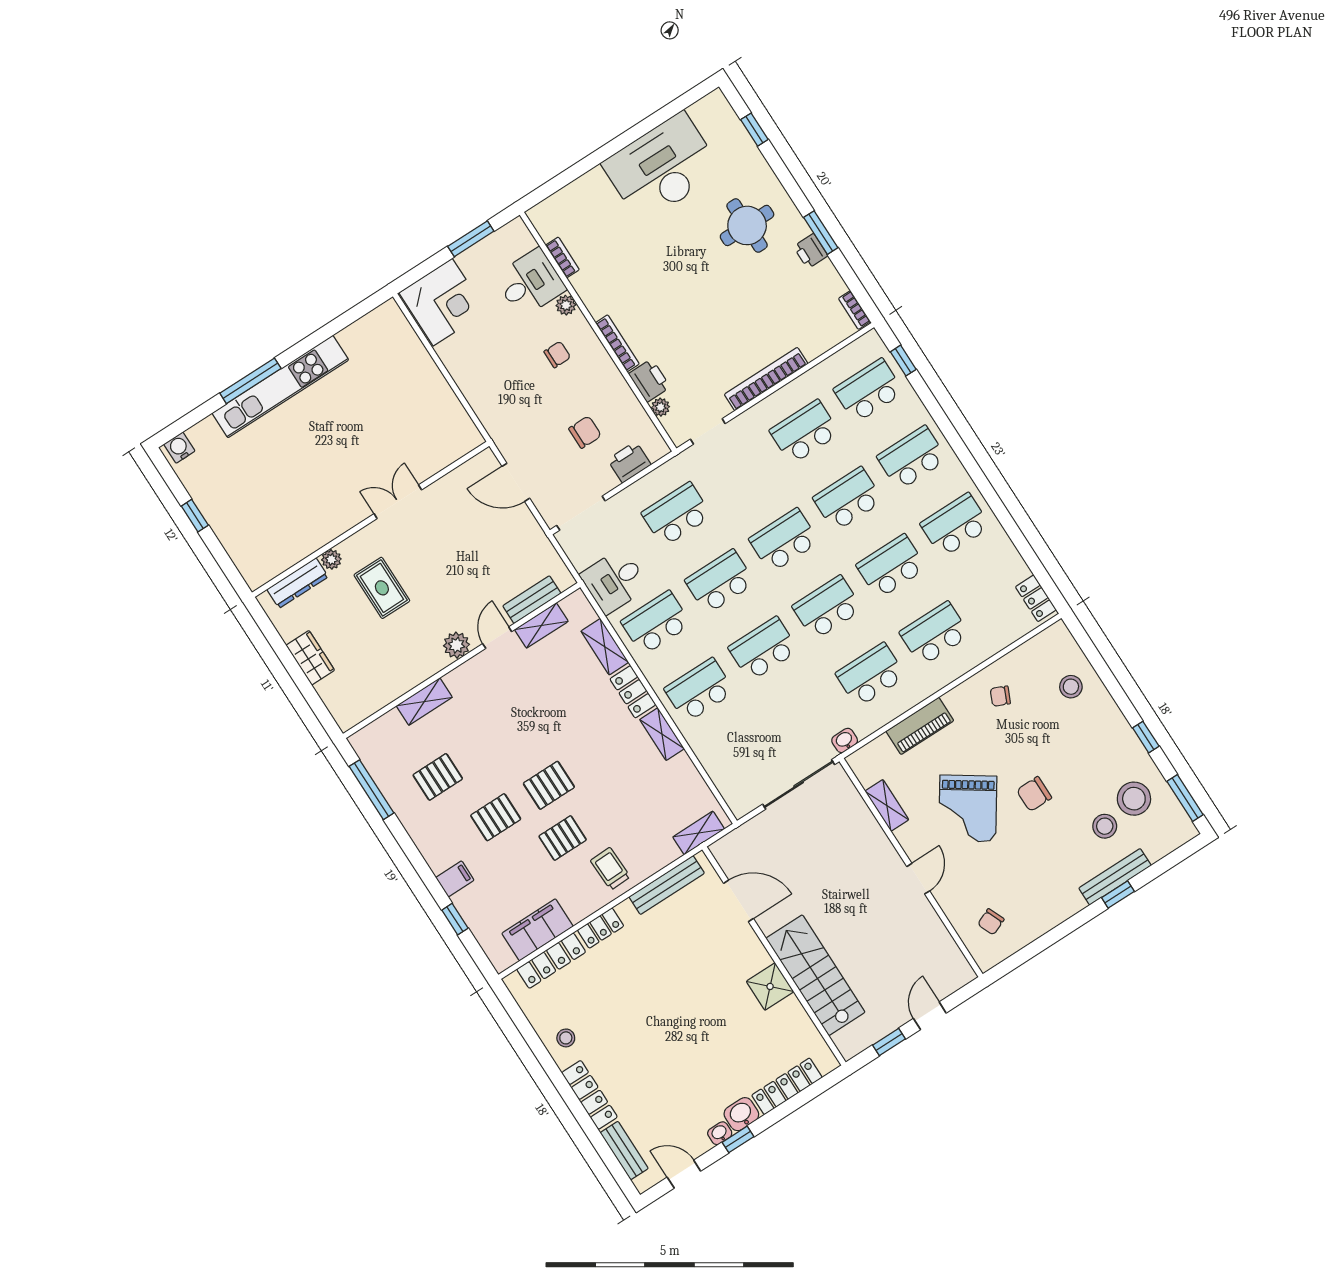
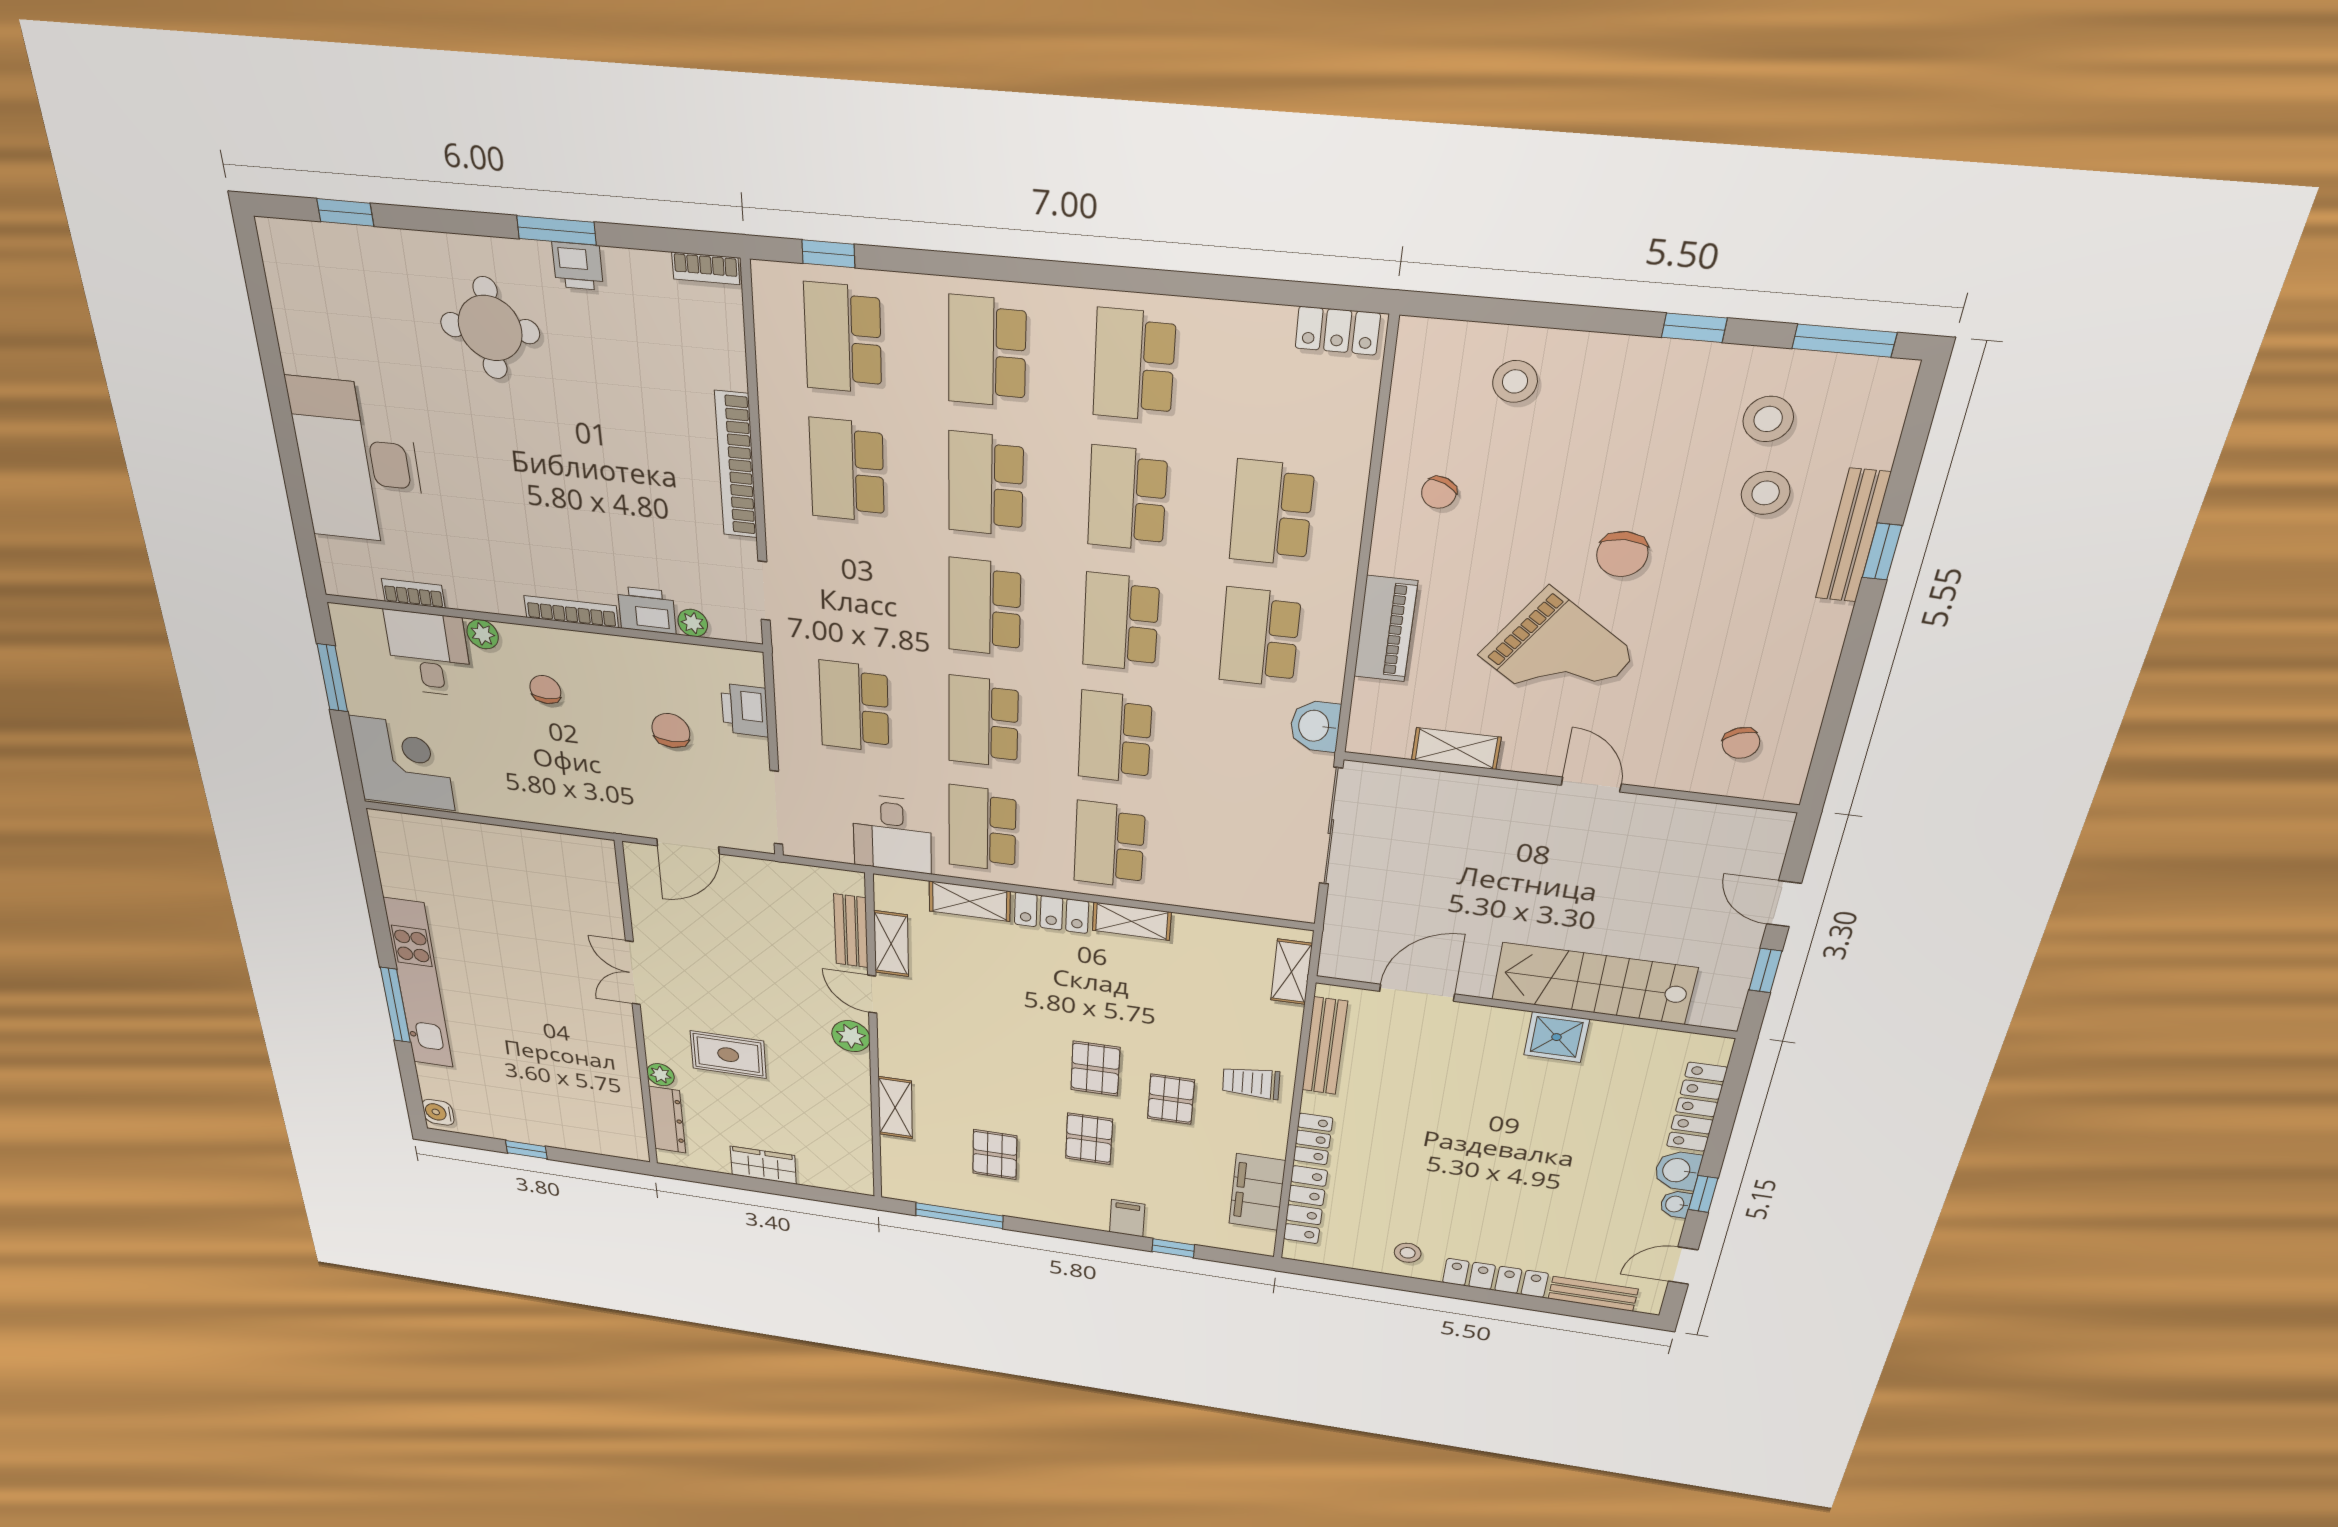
desk: (662, 167) -> (358, 462), moved
washbasin: (845, 740) -> (1315, 726), width x1.38, depth x1.45
stool: (1134, 799) -> (1768, 419), width x0.73, depth x0.73

